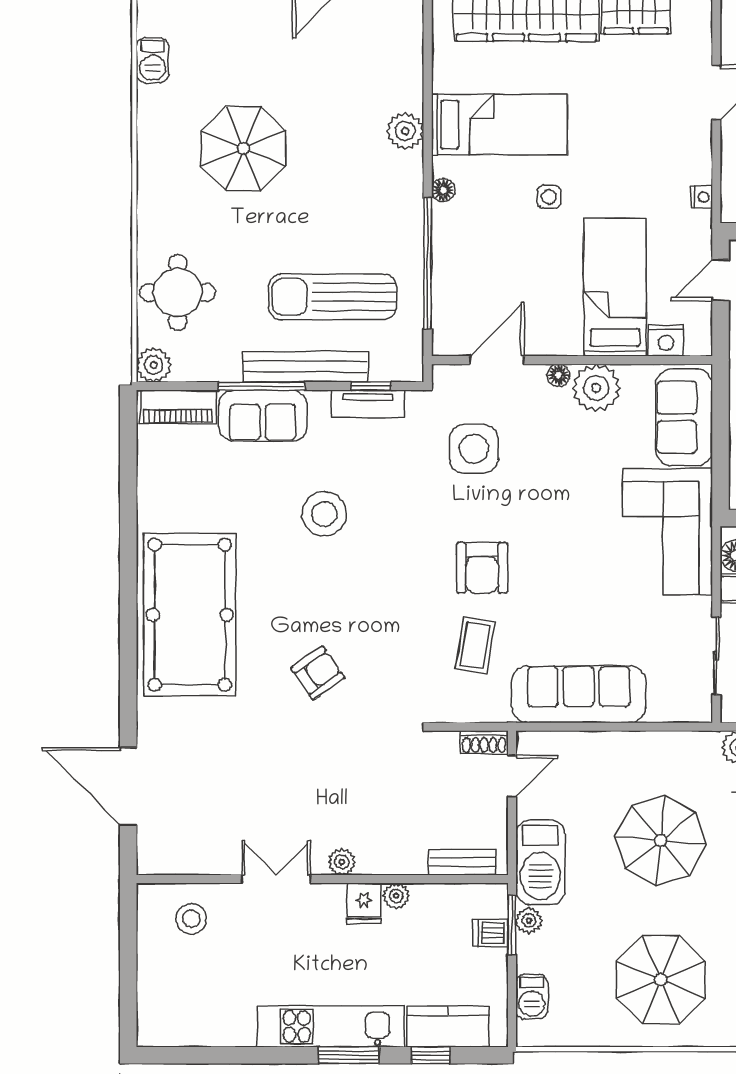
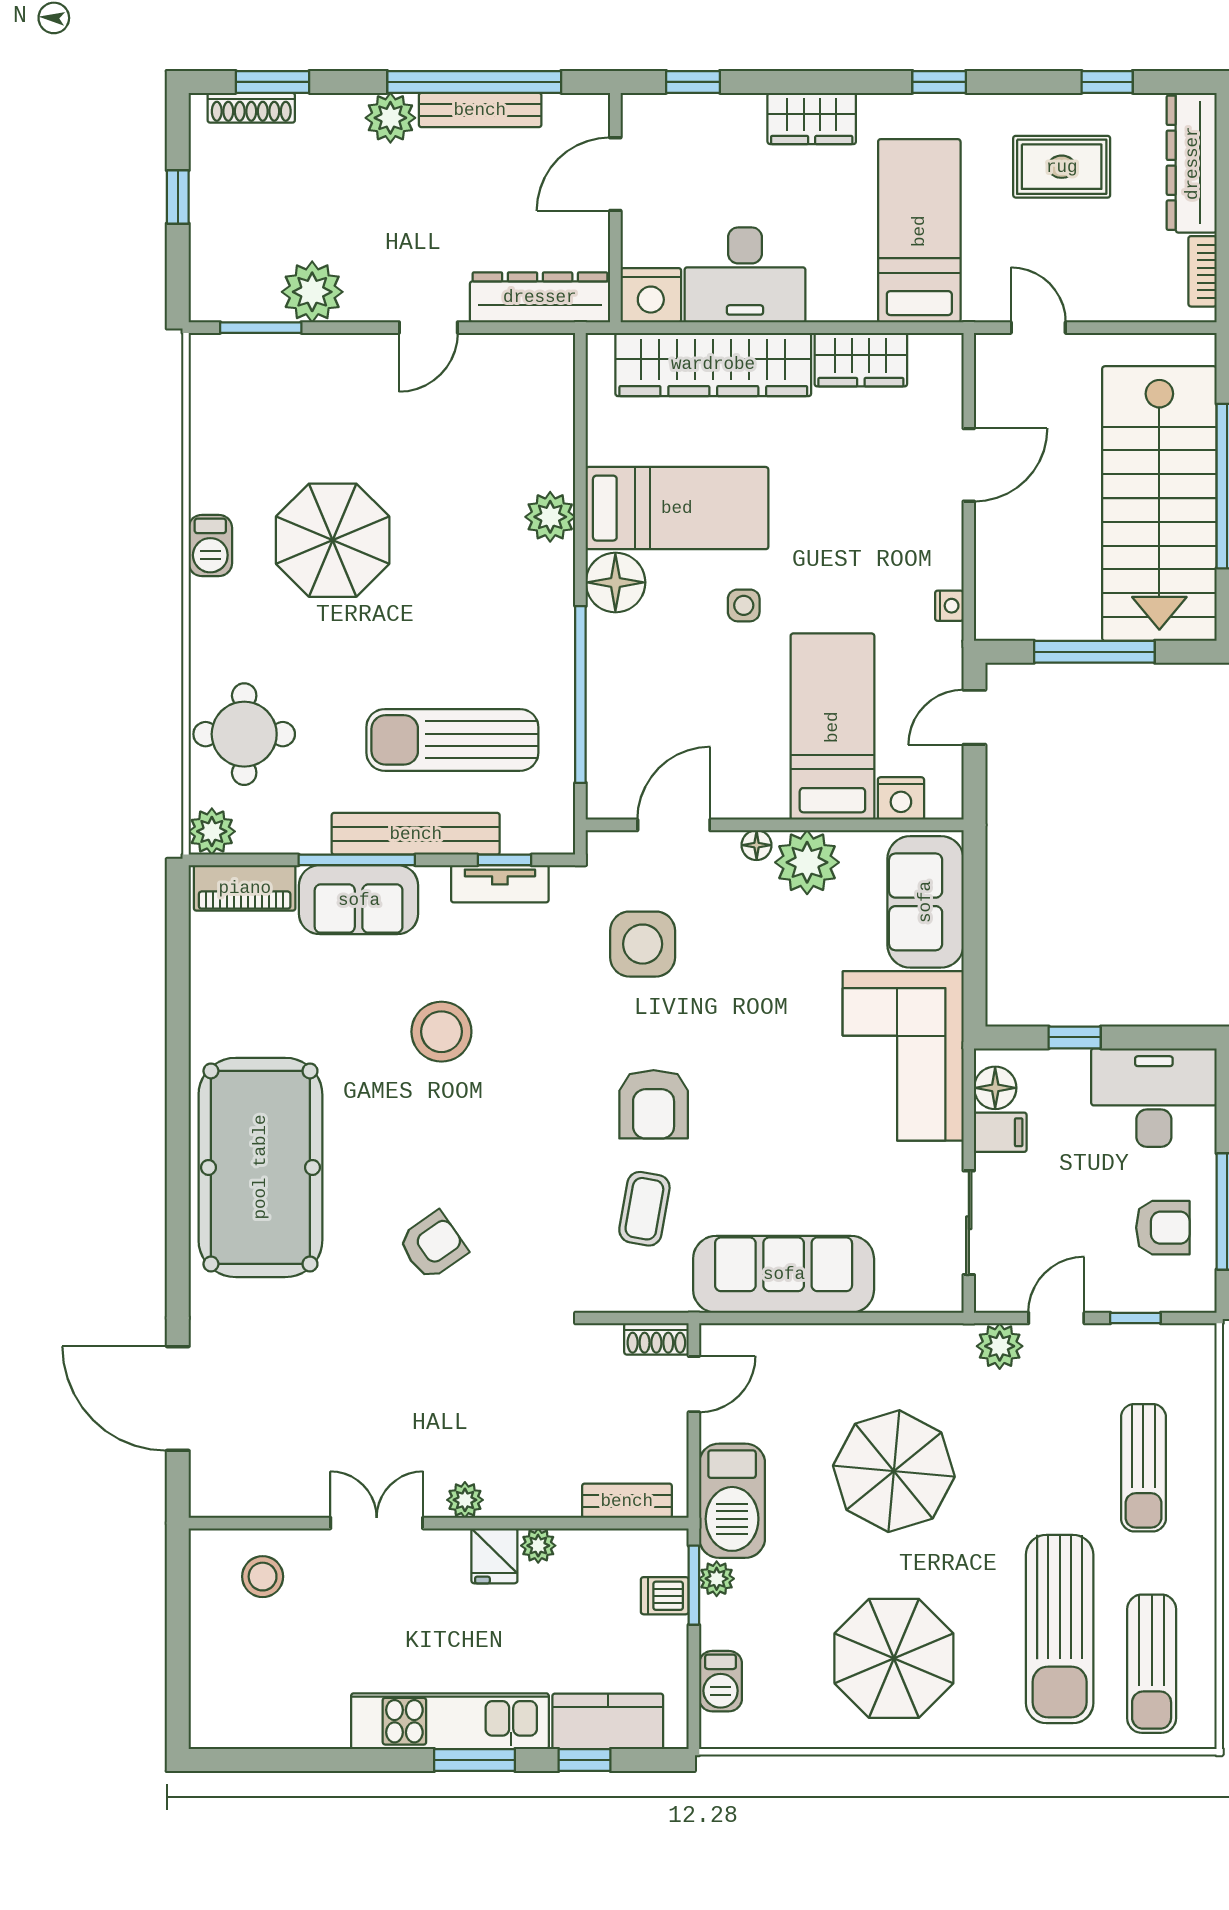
barbecue: (152, 60) -> (210, 545), moved
floor lamp: (443, 190) -> (615, 582), width x1.89, depth x1.89

